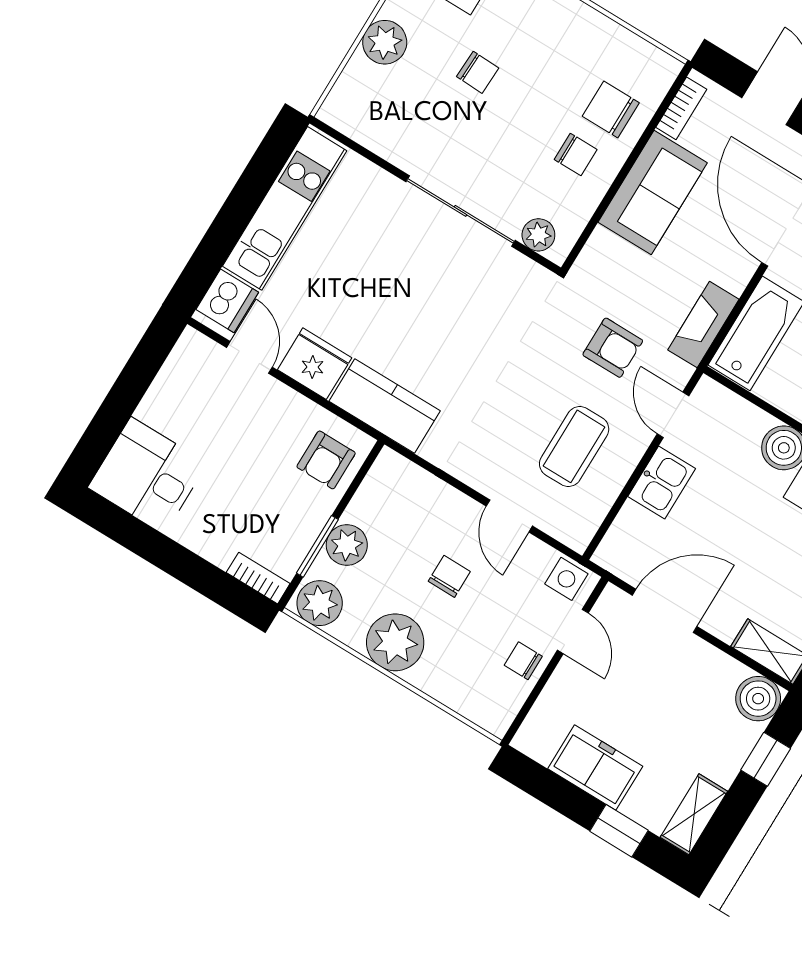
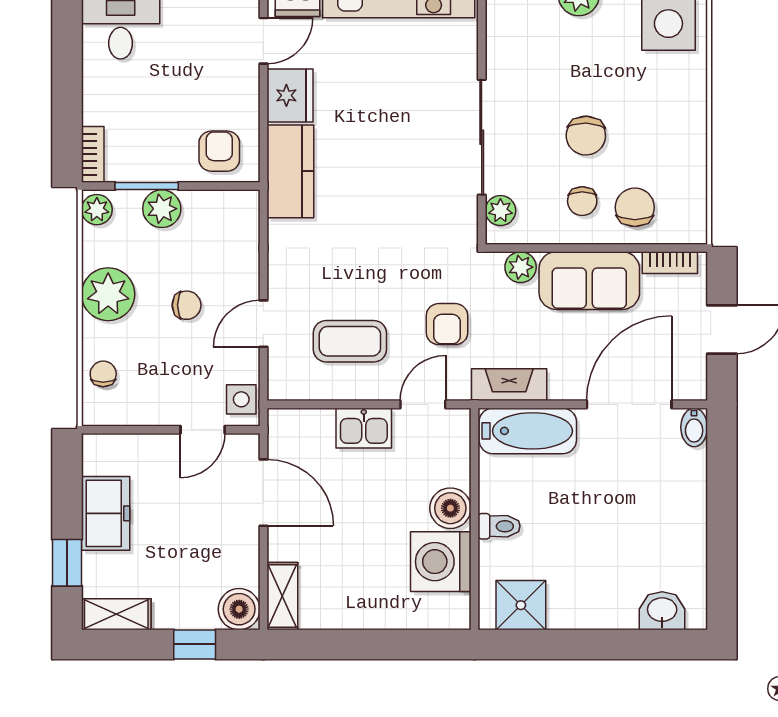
chair: (478, 72) -> (586, 136), moved, width x1.37, depth x1.37
plant: (602, 248) -> (521, 267), added
armchair: (326, 460) -> (219, 151), turned 90
plant: (320, 603) -> (97, 210), width x0.73, depth x0.73
chair: (523, 661) -> (103, 374), moved

